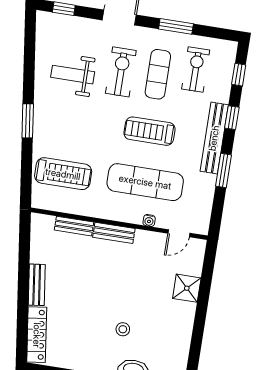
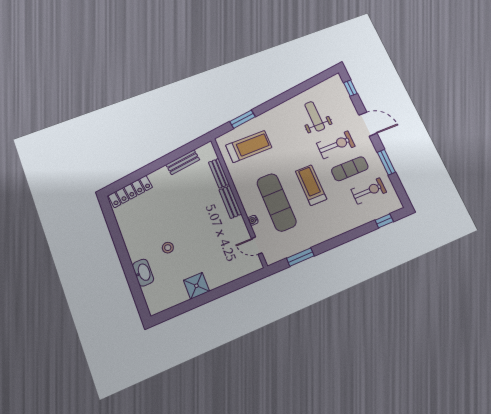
window: (232, 118) -> (355, 234), removed
window: (28, 121) -> (243, 119), moved
bench: (214, 138) -> (334, 230), removed
window: (224, 170) -> (300, 257), moved
treadmill: (63, 174) -> (249, 146), turned -90
bench: (37, 285) -> (183, 162), moved
shower: (187, 288) -> (196, 286), moved

